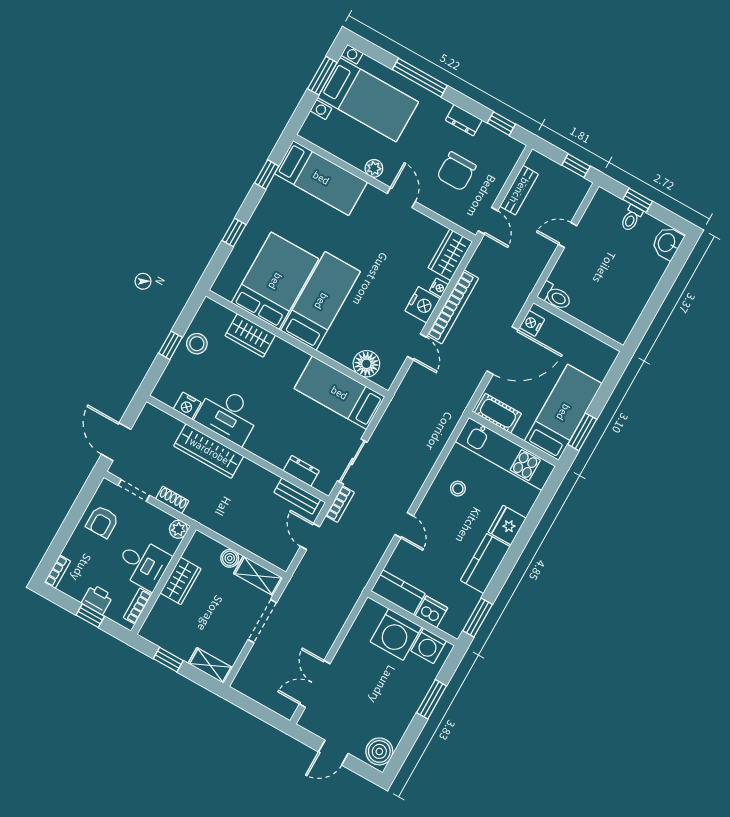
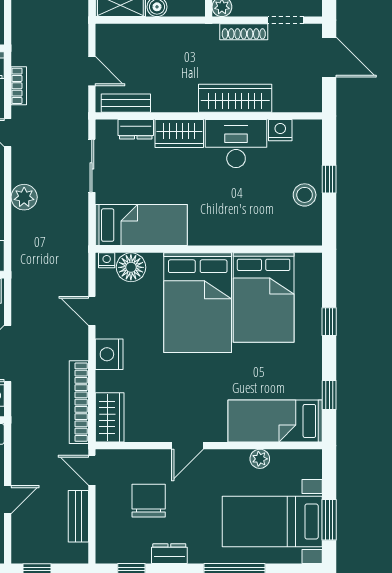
plant: (374, 168) -> (260, 459), moved
door: (401, 197) -> (188, 446), hinge flipped
nightstand: (439, 288) -> (107, 260), moved, turned 90
bed: (321, 301) -> (198, 303), width x1.50
bookcase: (453, 307) -> (79, 402), moved
wardrobe: (250, 335) -> (179, 134), moved, turned 180
plant: (420, 467) -> (24, 197), added
shoe rack: (172, 500) -> (244, 32), width x1.43
bookcase: (340, 504) -> (19, 86), moved, turned 180

